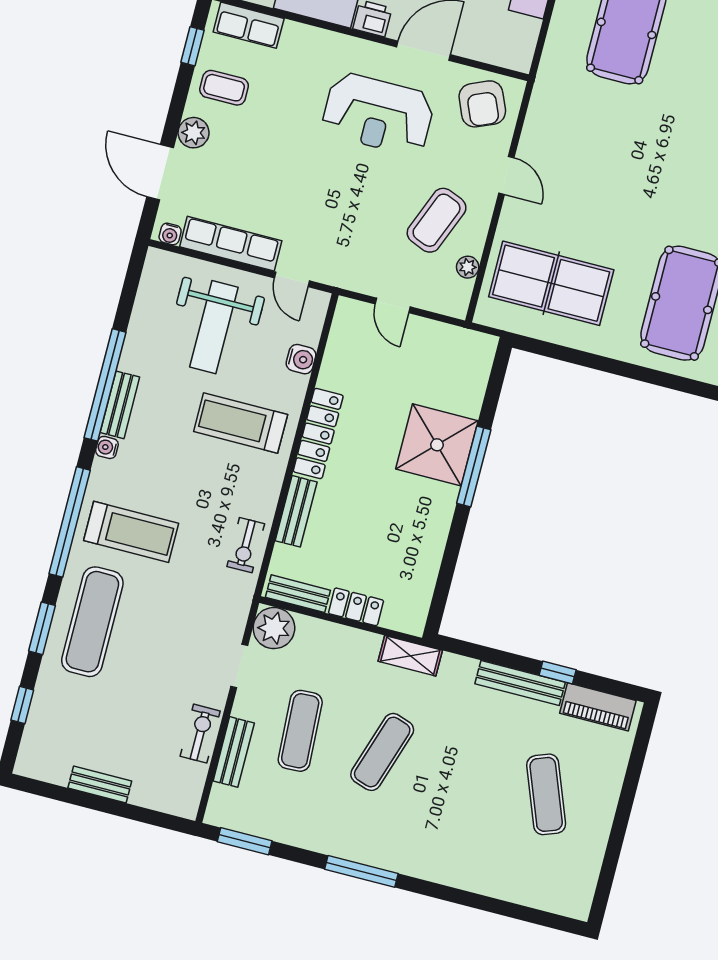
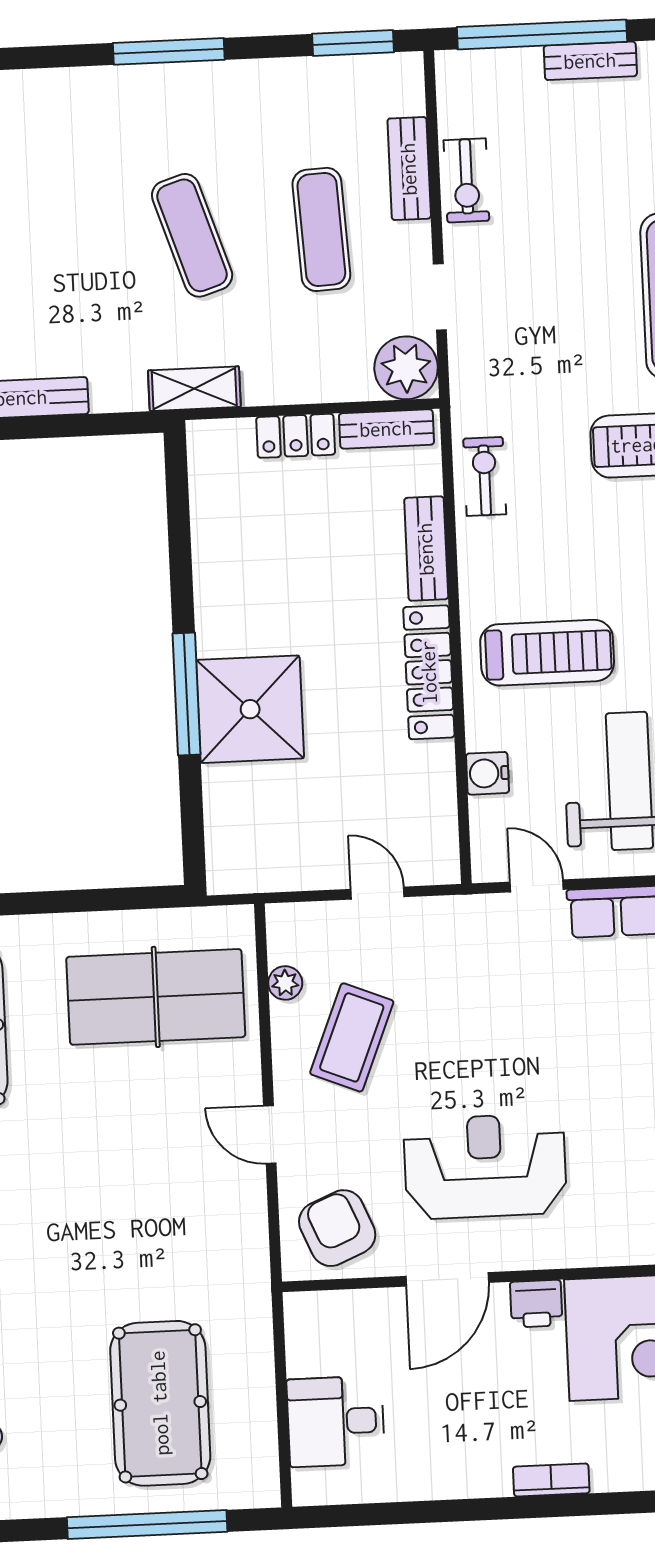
exercise mat: (382, 752) -> (192, 235), turned -36
window: (125, 810) -> (542, 34), added

